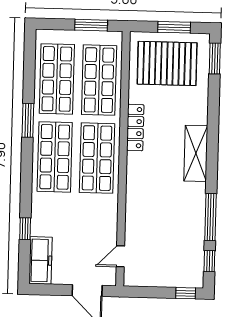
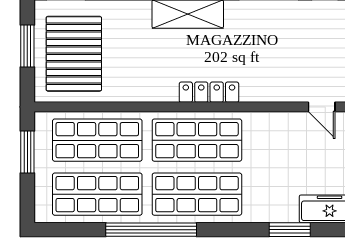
window: (28, 120) -> (151, 230), width x2.11
locker: (135, 128) -> (209, 92), moved
window: (25, 229) -> (290, 230), width x1.50

